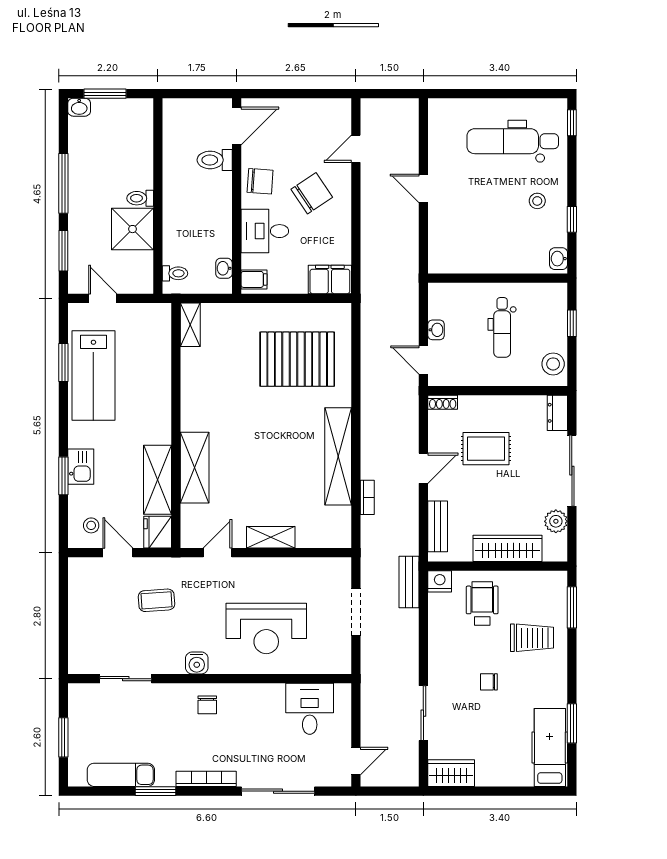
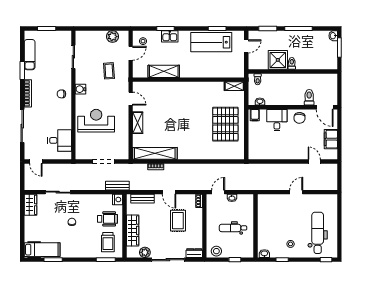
chair: (312, 193) -> (294, 141), removed
filing cabinet: (330, 279) -> (331, 139), moved, turned 180
pallet: (297, 359) -> (225, 124), moved
shelving: (338, 456) -> (155, 153), moved
shelving: (195, 468) -> (169, 88), removed
fridge: (158, 532) -> (140, 71), removed
plant: (81, 593) -> (112, 37), added
reception desk: (266, 628) -> (96, 121), turned 90
trolley: (532, 638) -> (108, 242), moved

